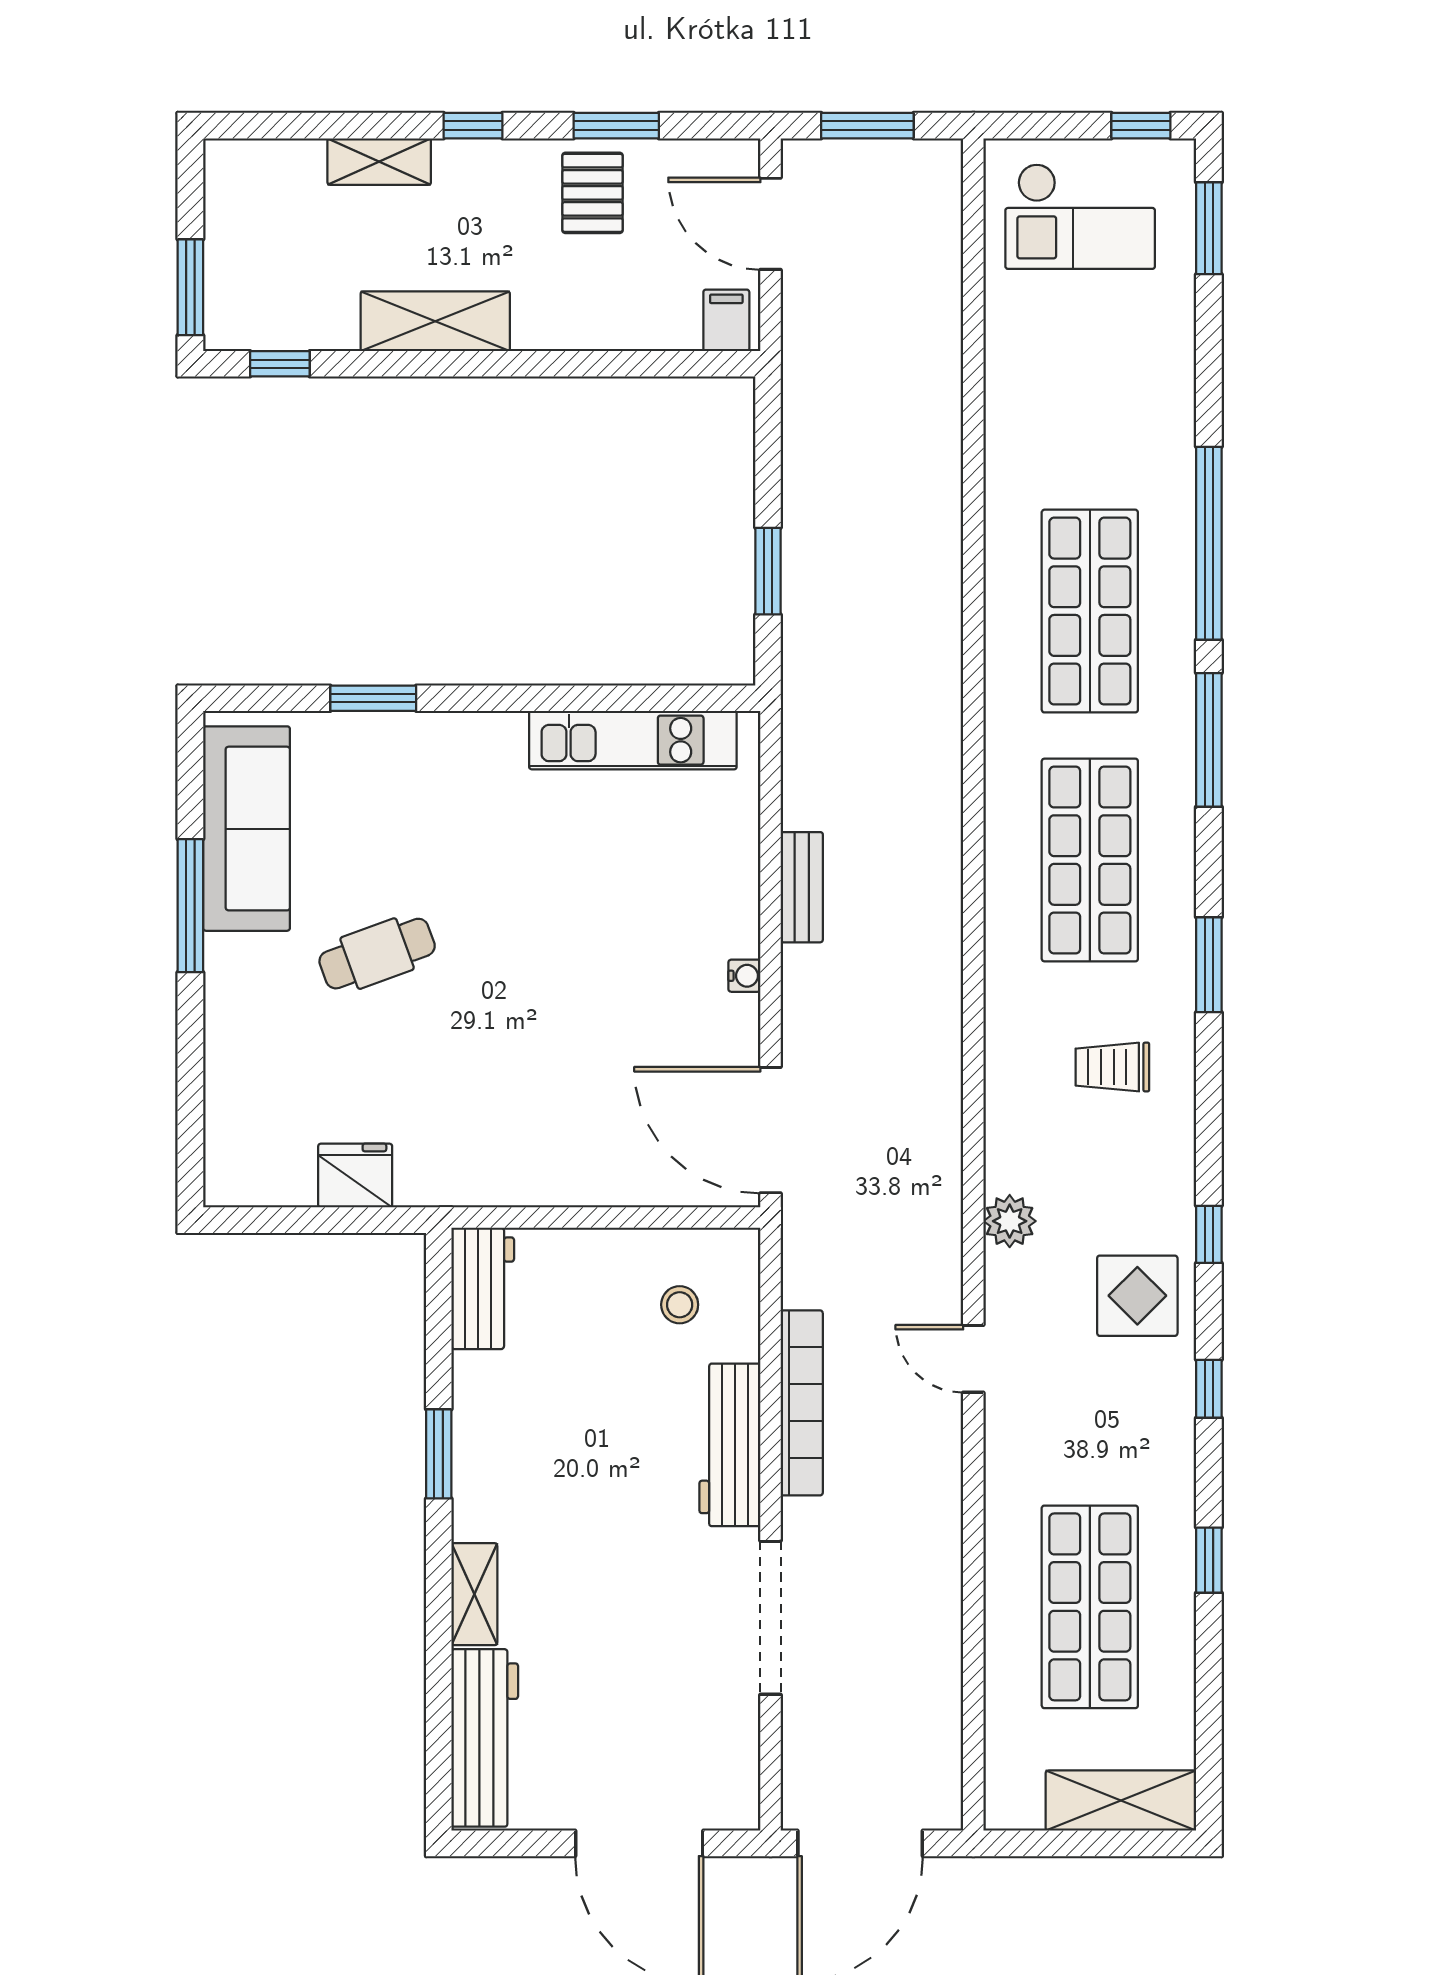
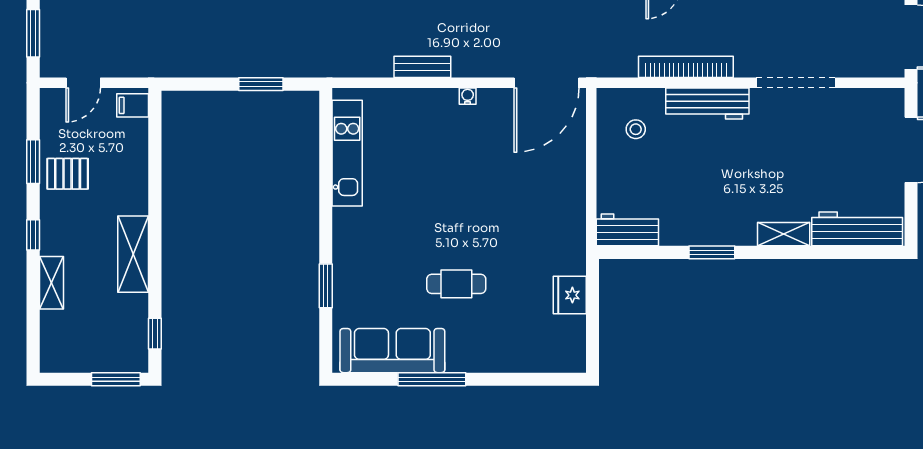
door: (771, 224) -> (83, 83), width x0.73
cafe table: (377, 954) -> (456, 284), turned -70

